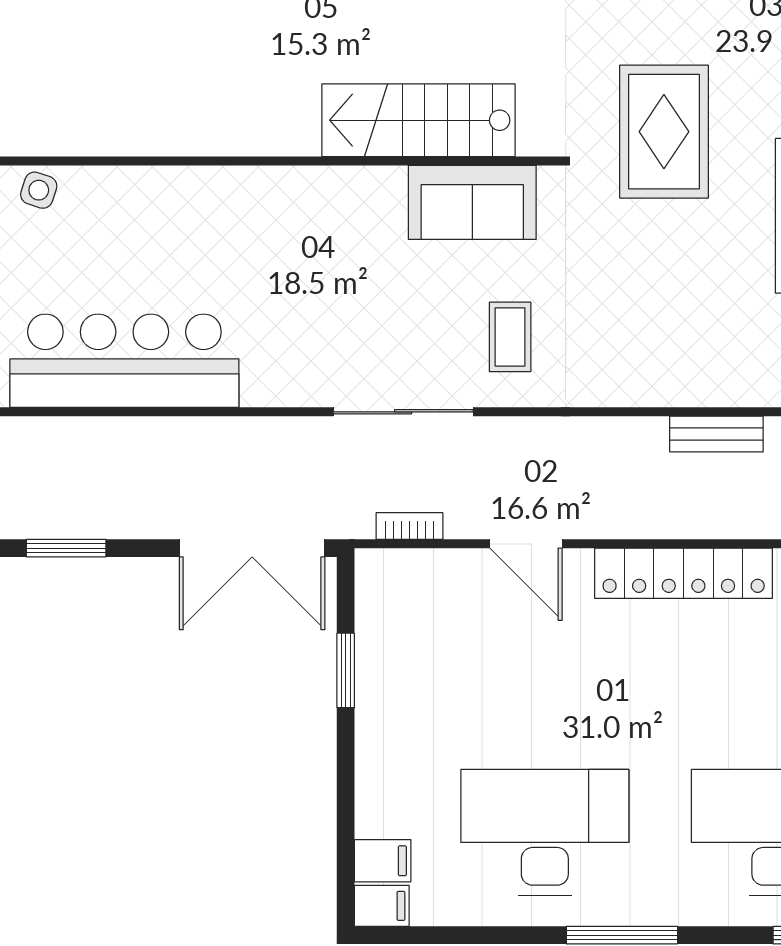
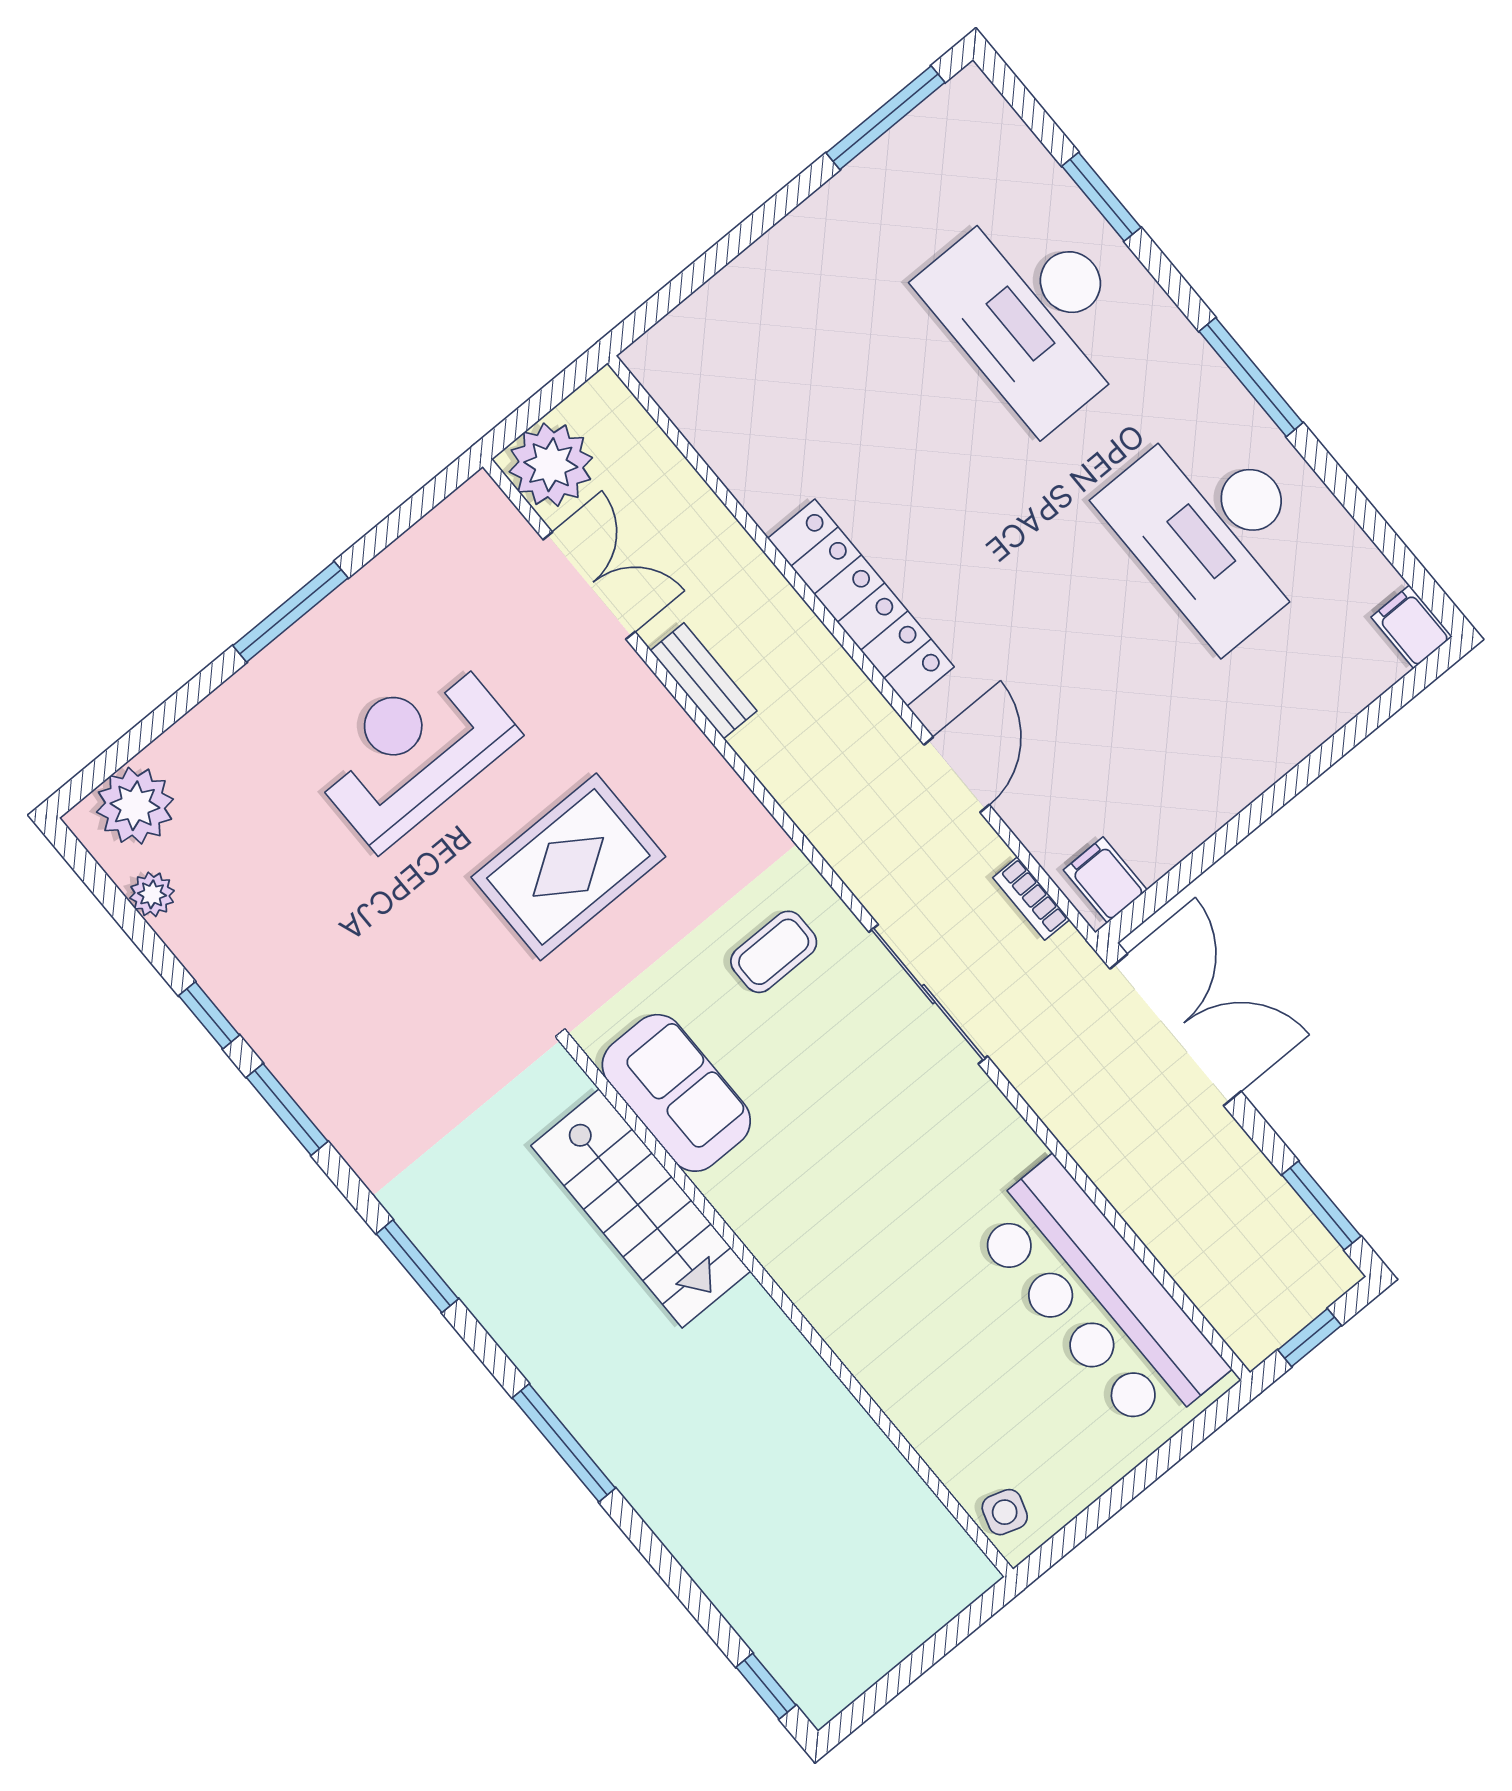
rug: (664, 132) -> (568, 867), moved
window: (346, 670) -> (1218, 846), removed
filing cabinet: (383, 861) -> (1105, 880), moved

